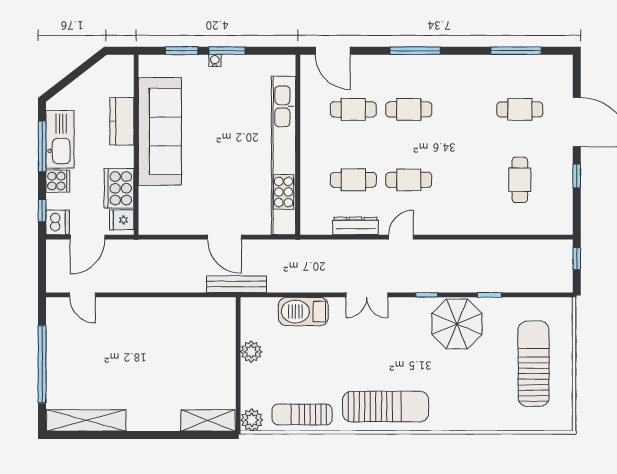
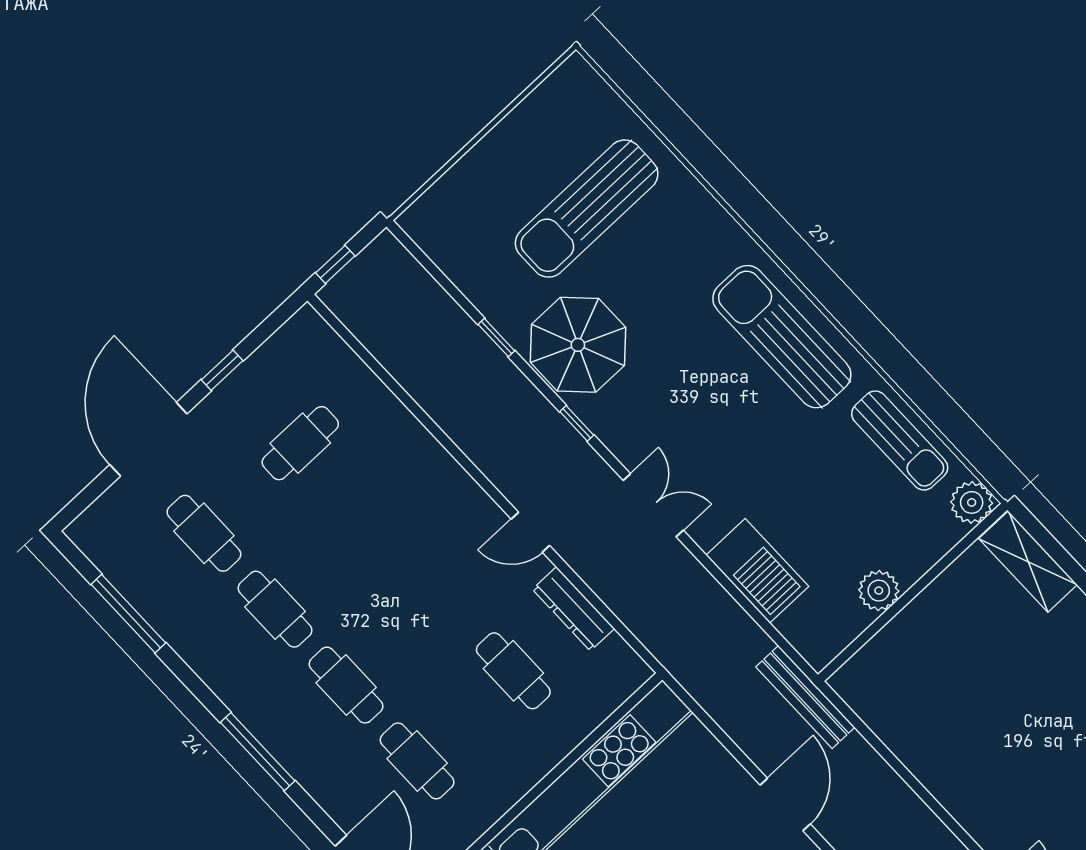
cafe table: (409, 180) -> (275, 609), moved
door: (224, 237) -> (785, 805), moved
sun lounger: (534, 364) -> (587, 209), moved

